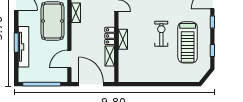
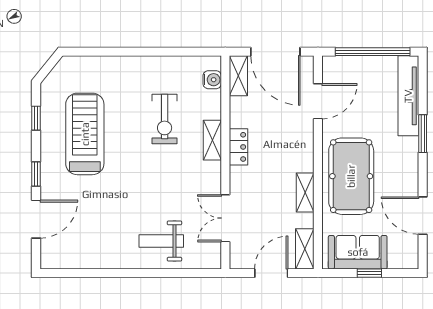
exercise bike: (161, 34) -> (165, 119), moved
tv unit: (24, 47) -> (408, 96), moved
shelving: (110, 56) -> (238, 76), moved
water cooler: (123, 70) -> (212, 80), added

